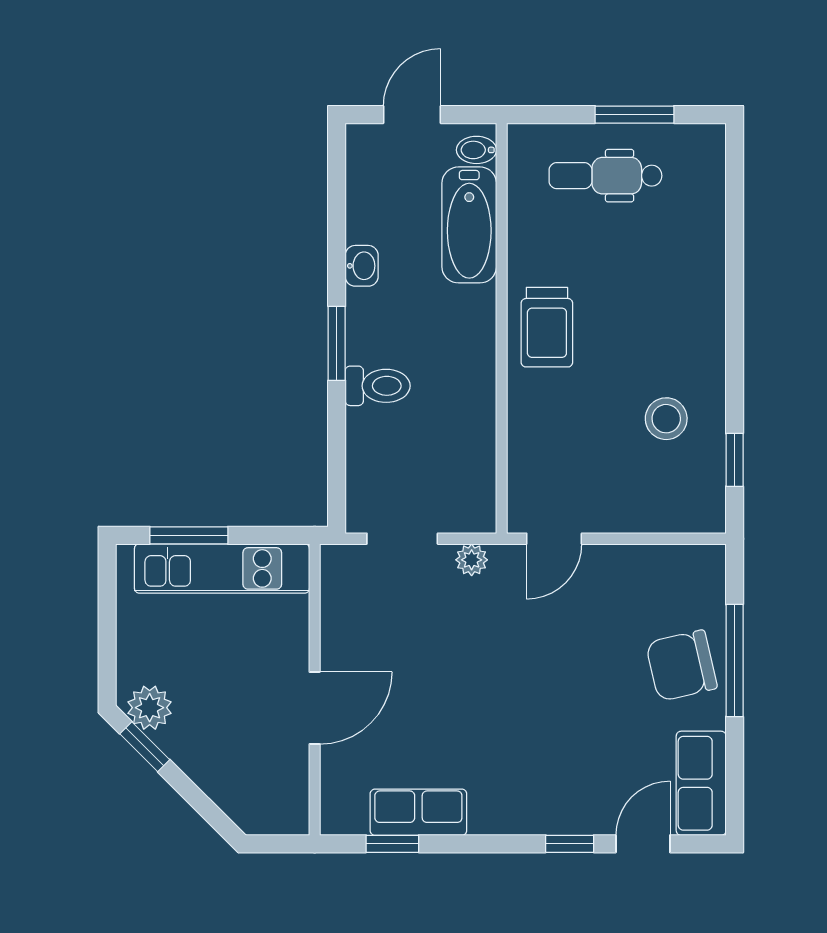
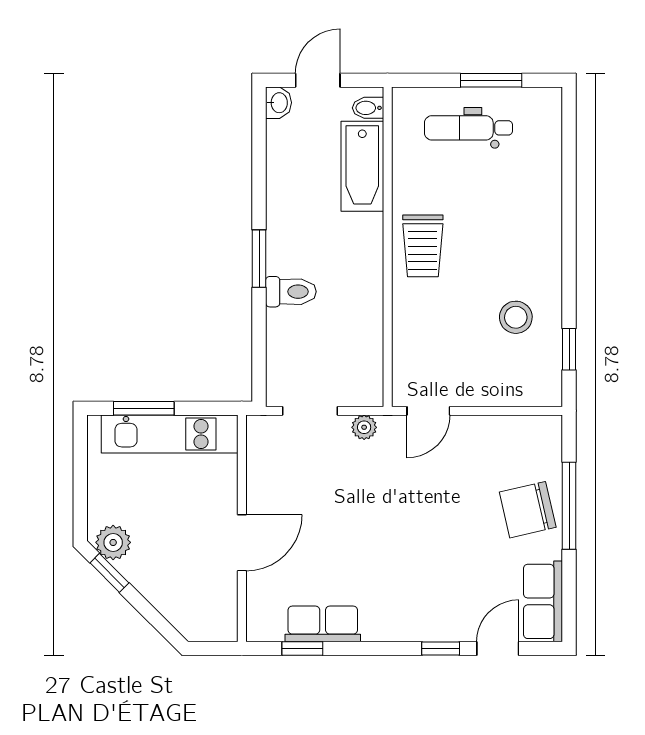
washbasin: (362, 266) -> (278, 103), moved

